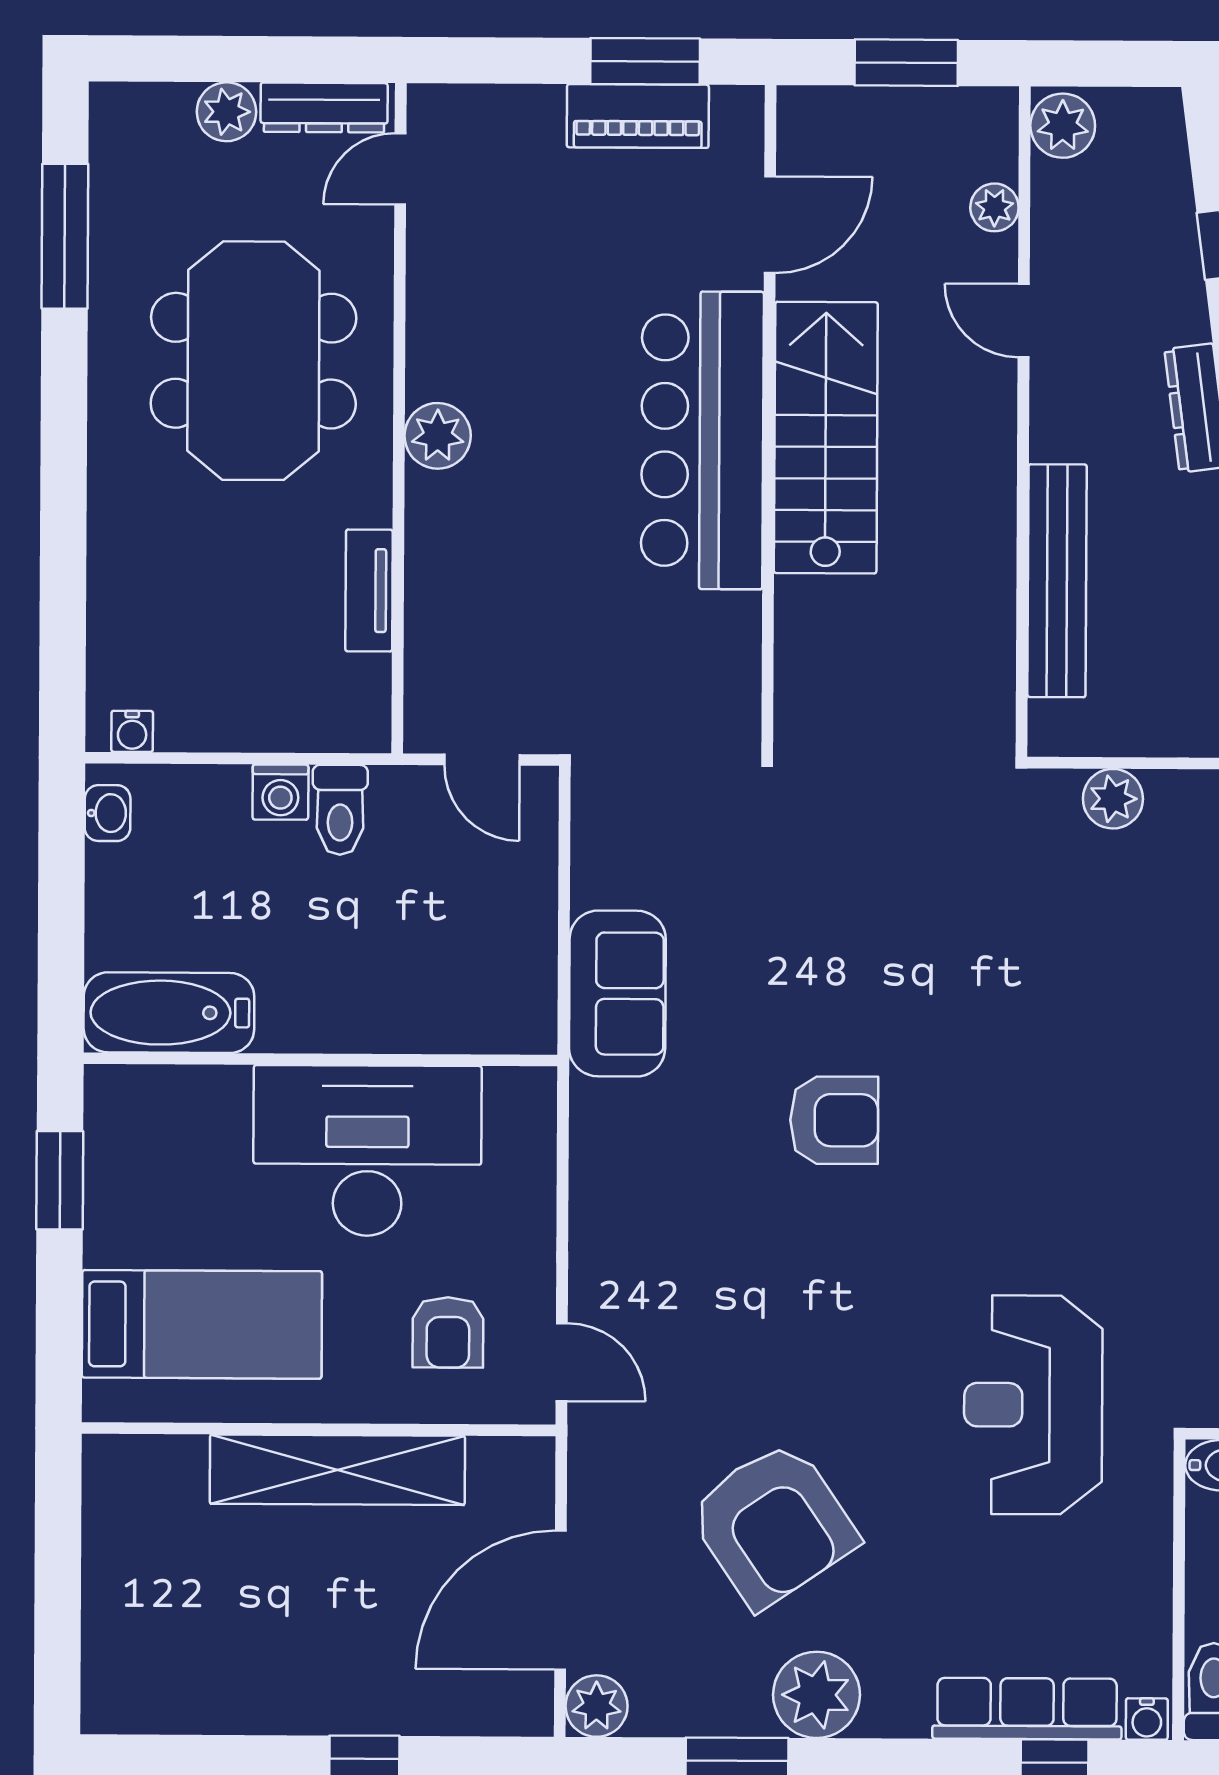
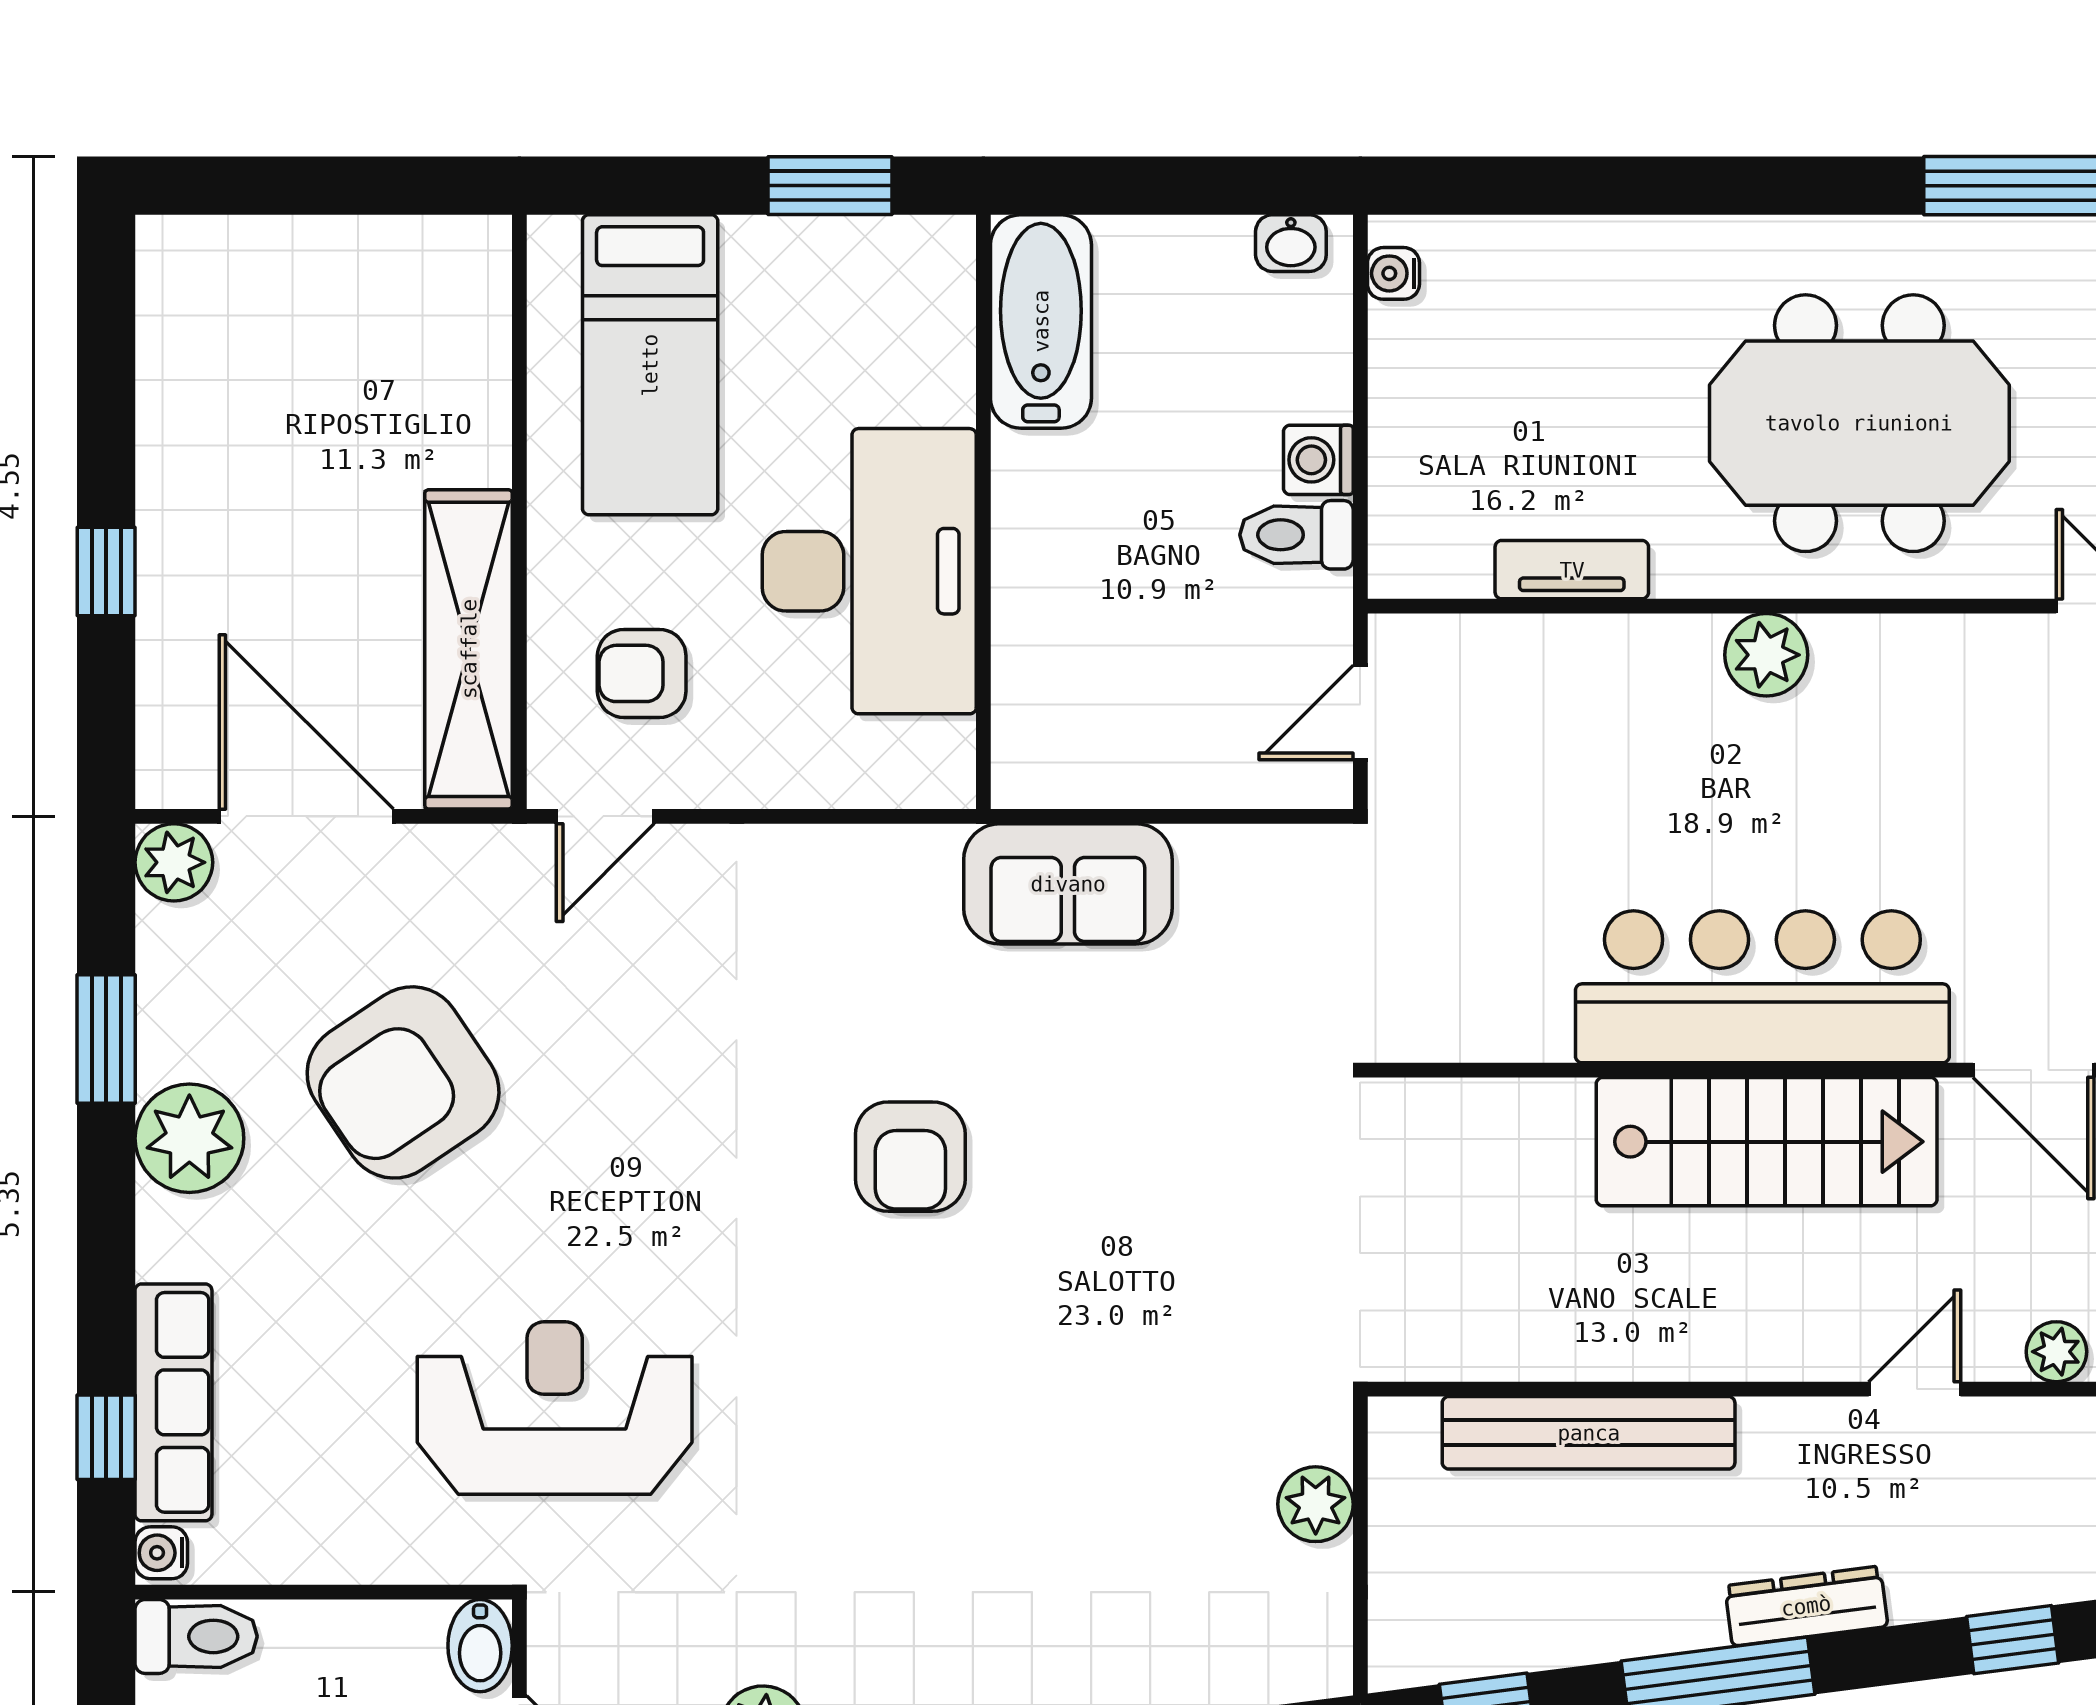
shelving: (337, 1470) -> (469, 649), moved

